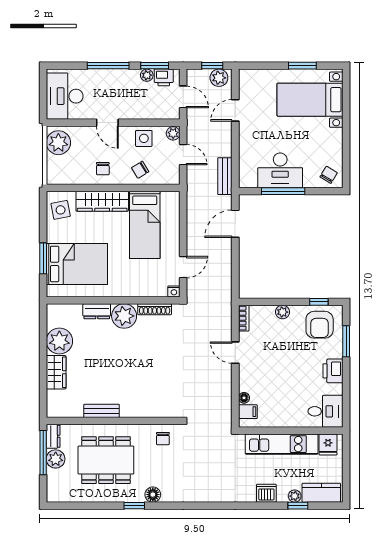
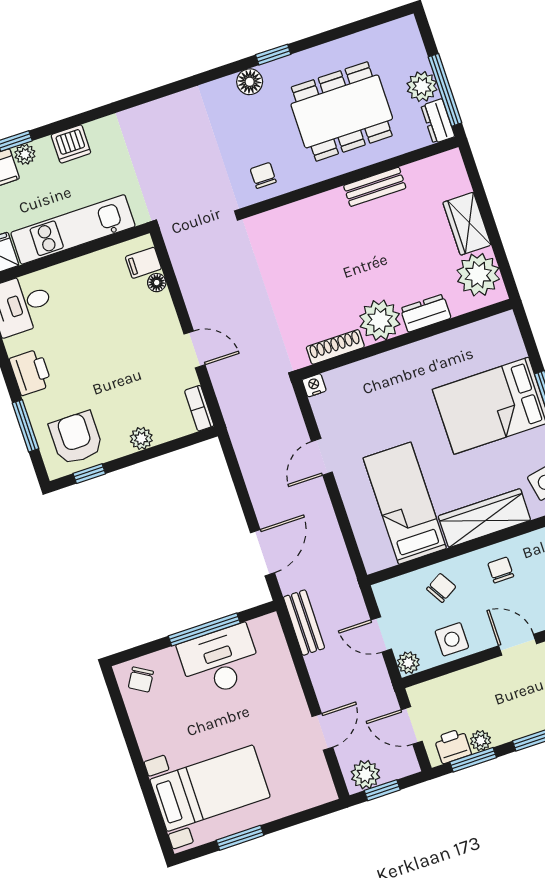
nightstand: (174, 291) -> (314, 385), moved
wall: (113, 300) -> (405, 339), moved
shoe rack: (155, 309) -> (335, 347), moved
dresser: (97, 311) -> (426, 313), moved
plant: (124, 316) -> (380, 320), moved

